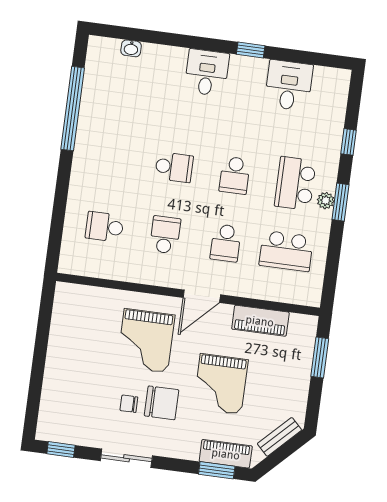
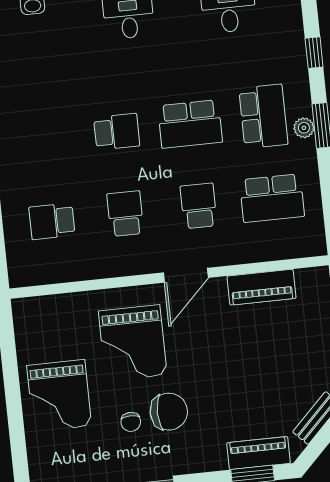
school desk: (235, 175) -> (190, 124), width x1.85
school desk: (295, 183) -> (263, 116), turned 180
school desk: (226, 243) -> (199, 206), turned 180
grand piano: (221, 384) -> (59, 396), moved
chair: (129, 404) -> (131, 422), turned -90

